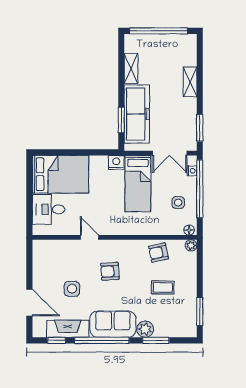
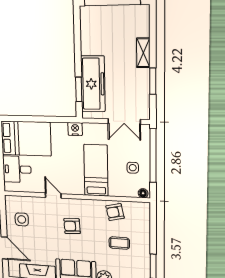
shelving: (131, 69) -> (87, 40), removed
window: (200, 128) -> (153, 81), moved
nightstand: (192, 171) -> (145, 139), removed
bed: (138, 184) -> (96, 170), moved, turned 180
plant: (191, 245) -> (145, 207), removed
side table: (72, 289) -> (22, 219), moved

